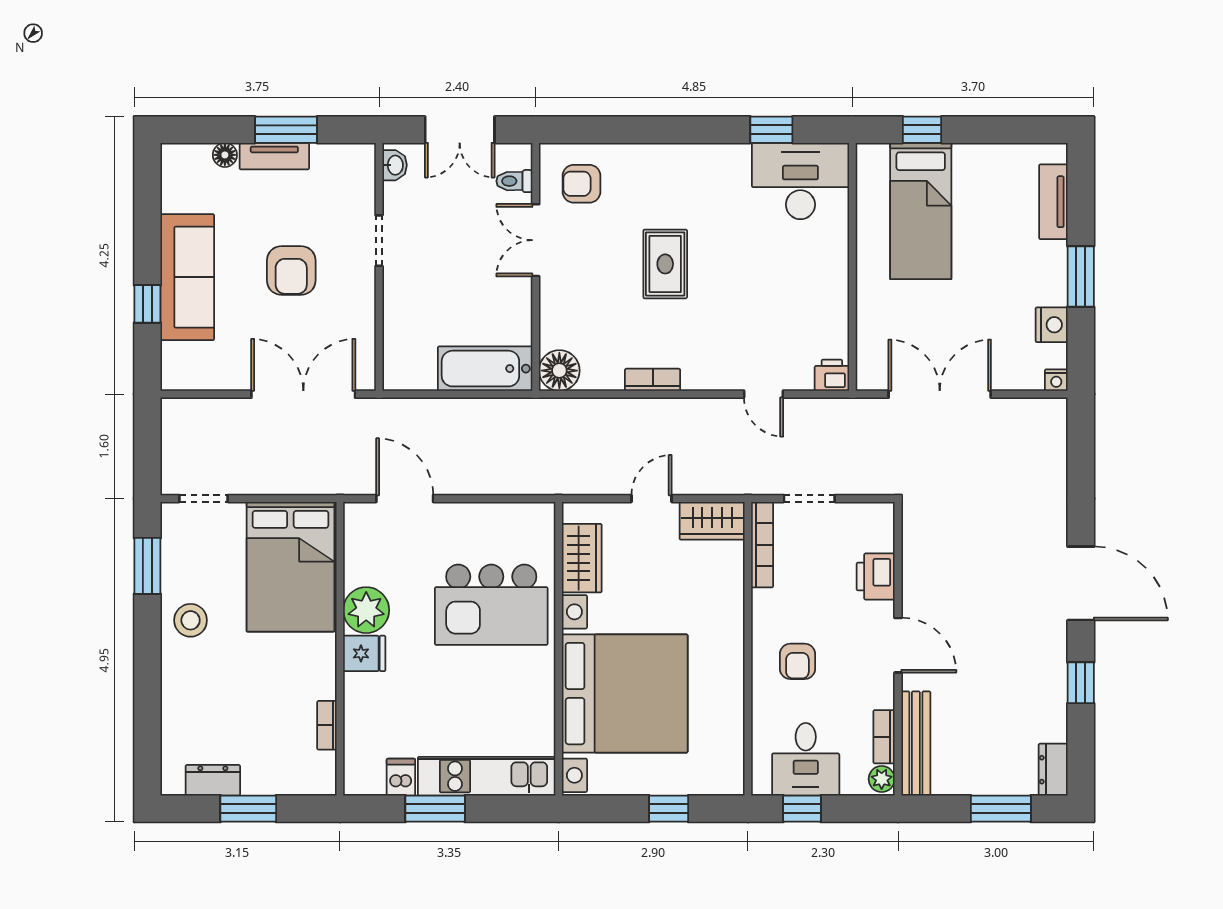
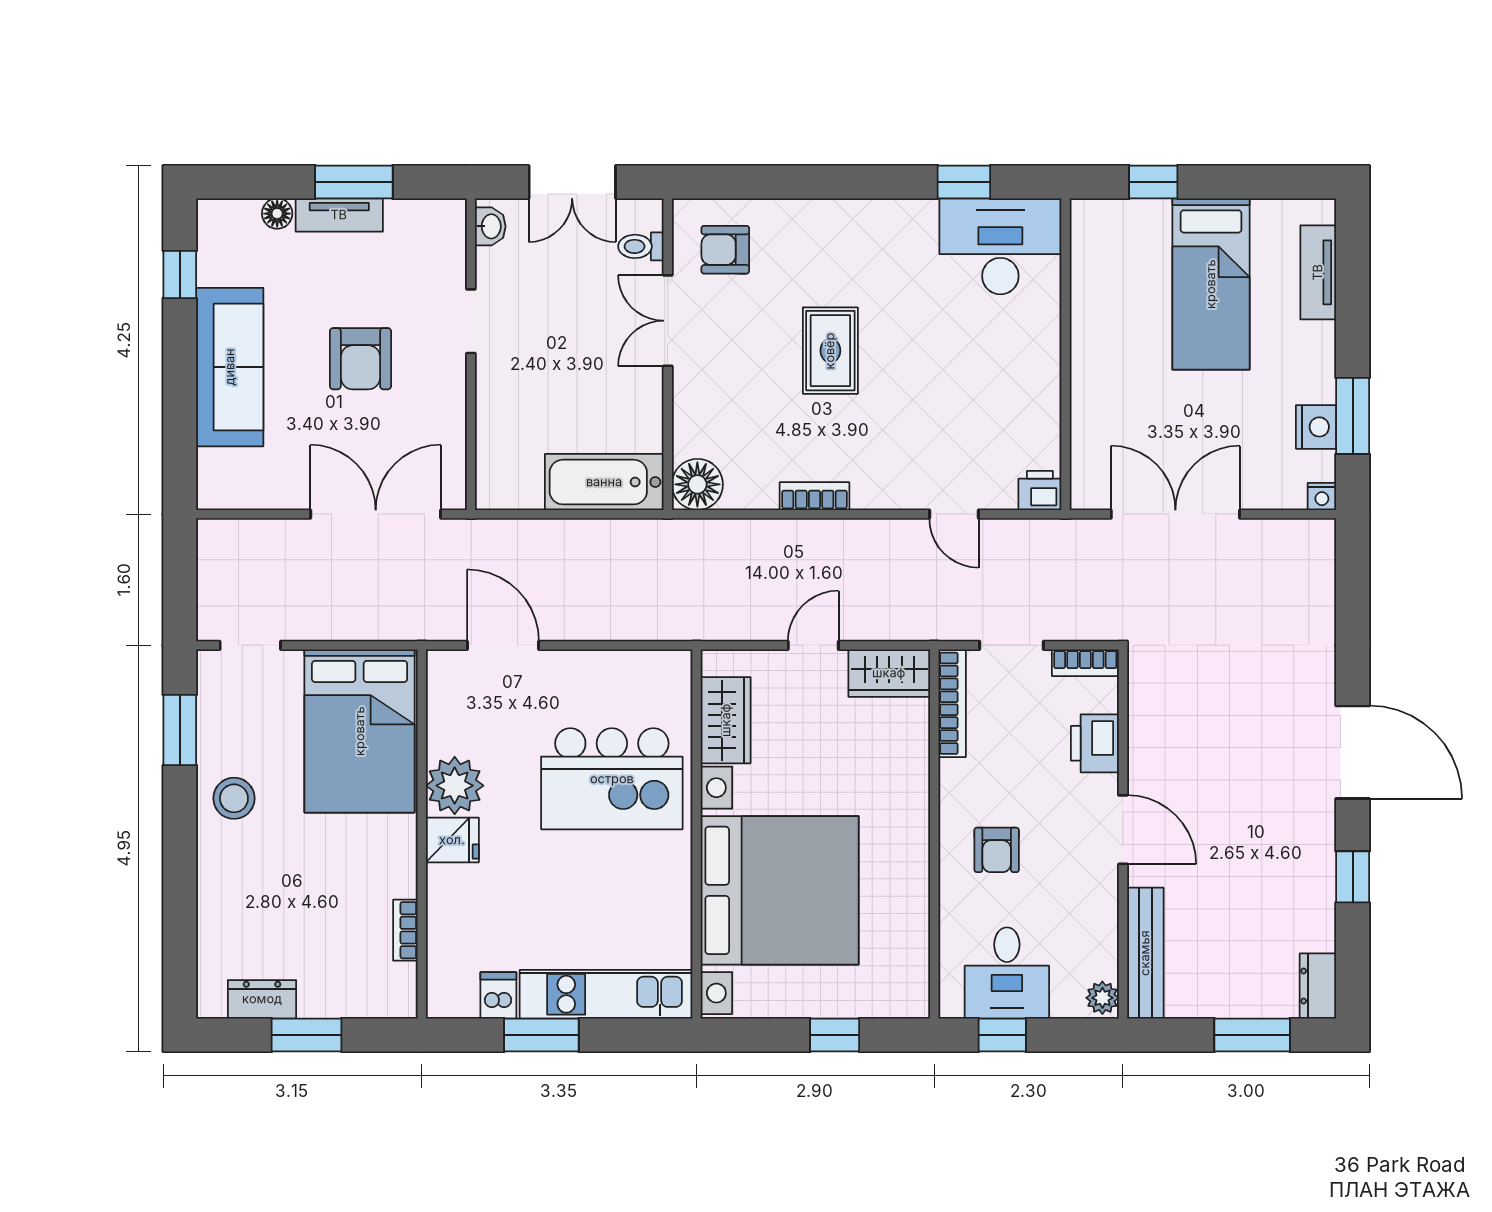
bed: (921, 211) -> (1211, 284), moved
window: (1081, 276) -> (1353, 416), moved
window: (147, 304) -> (180, 275), moved
bookcase: (884, 737) -> (1085, 663), moved, turned -90

